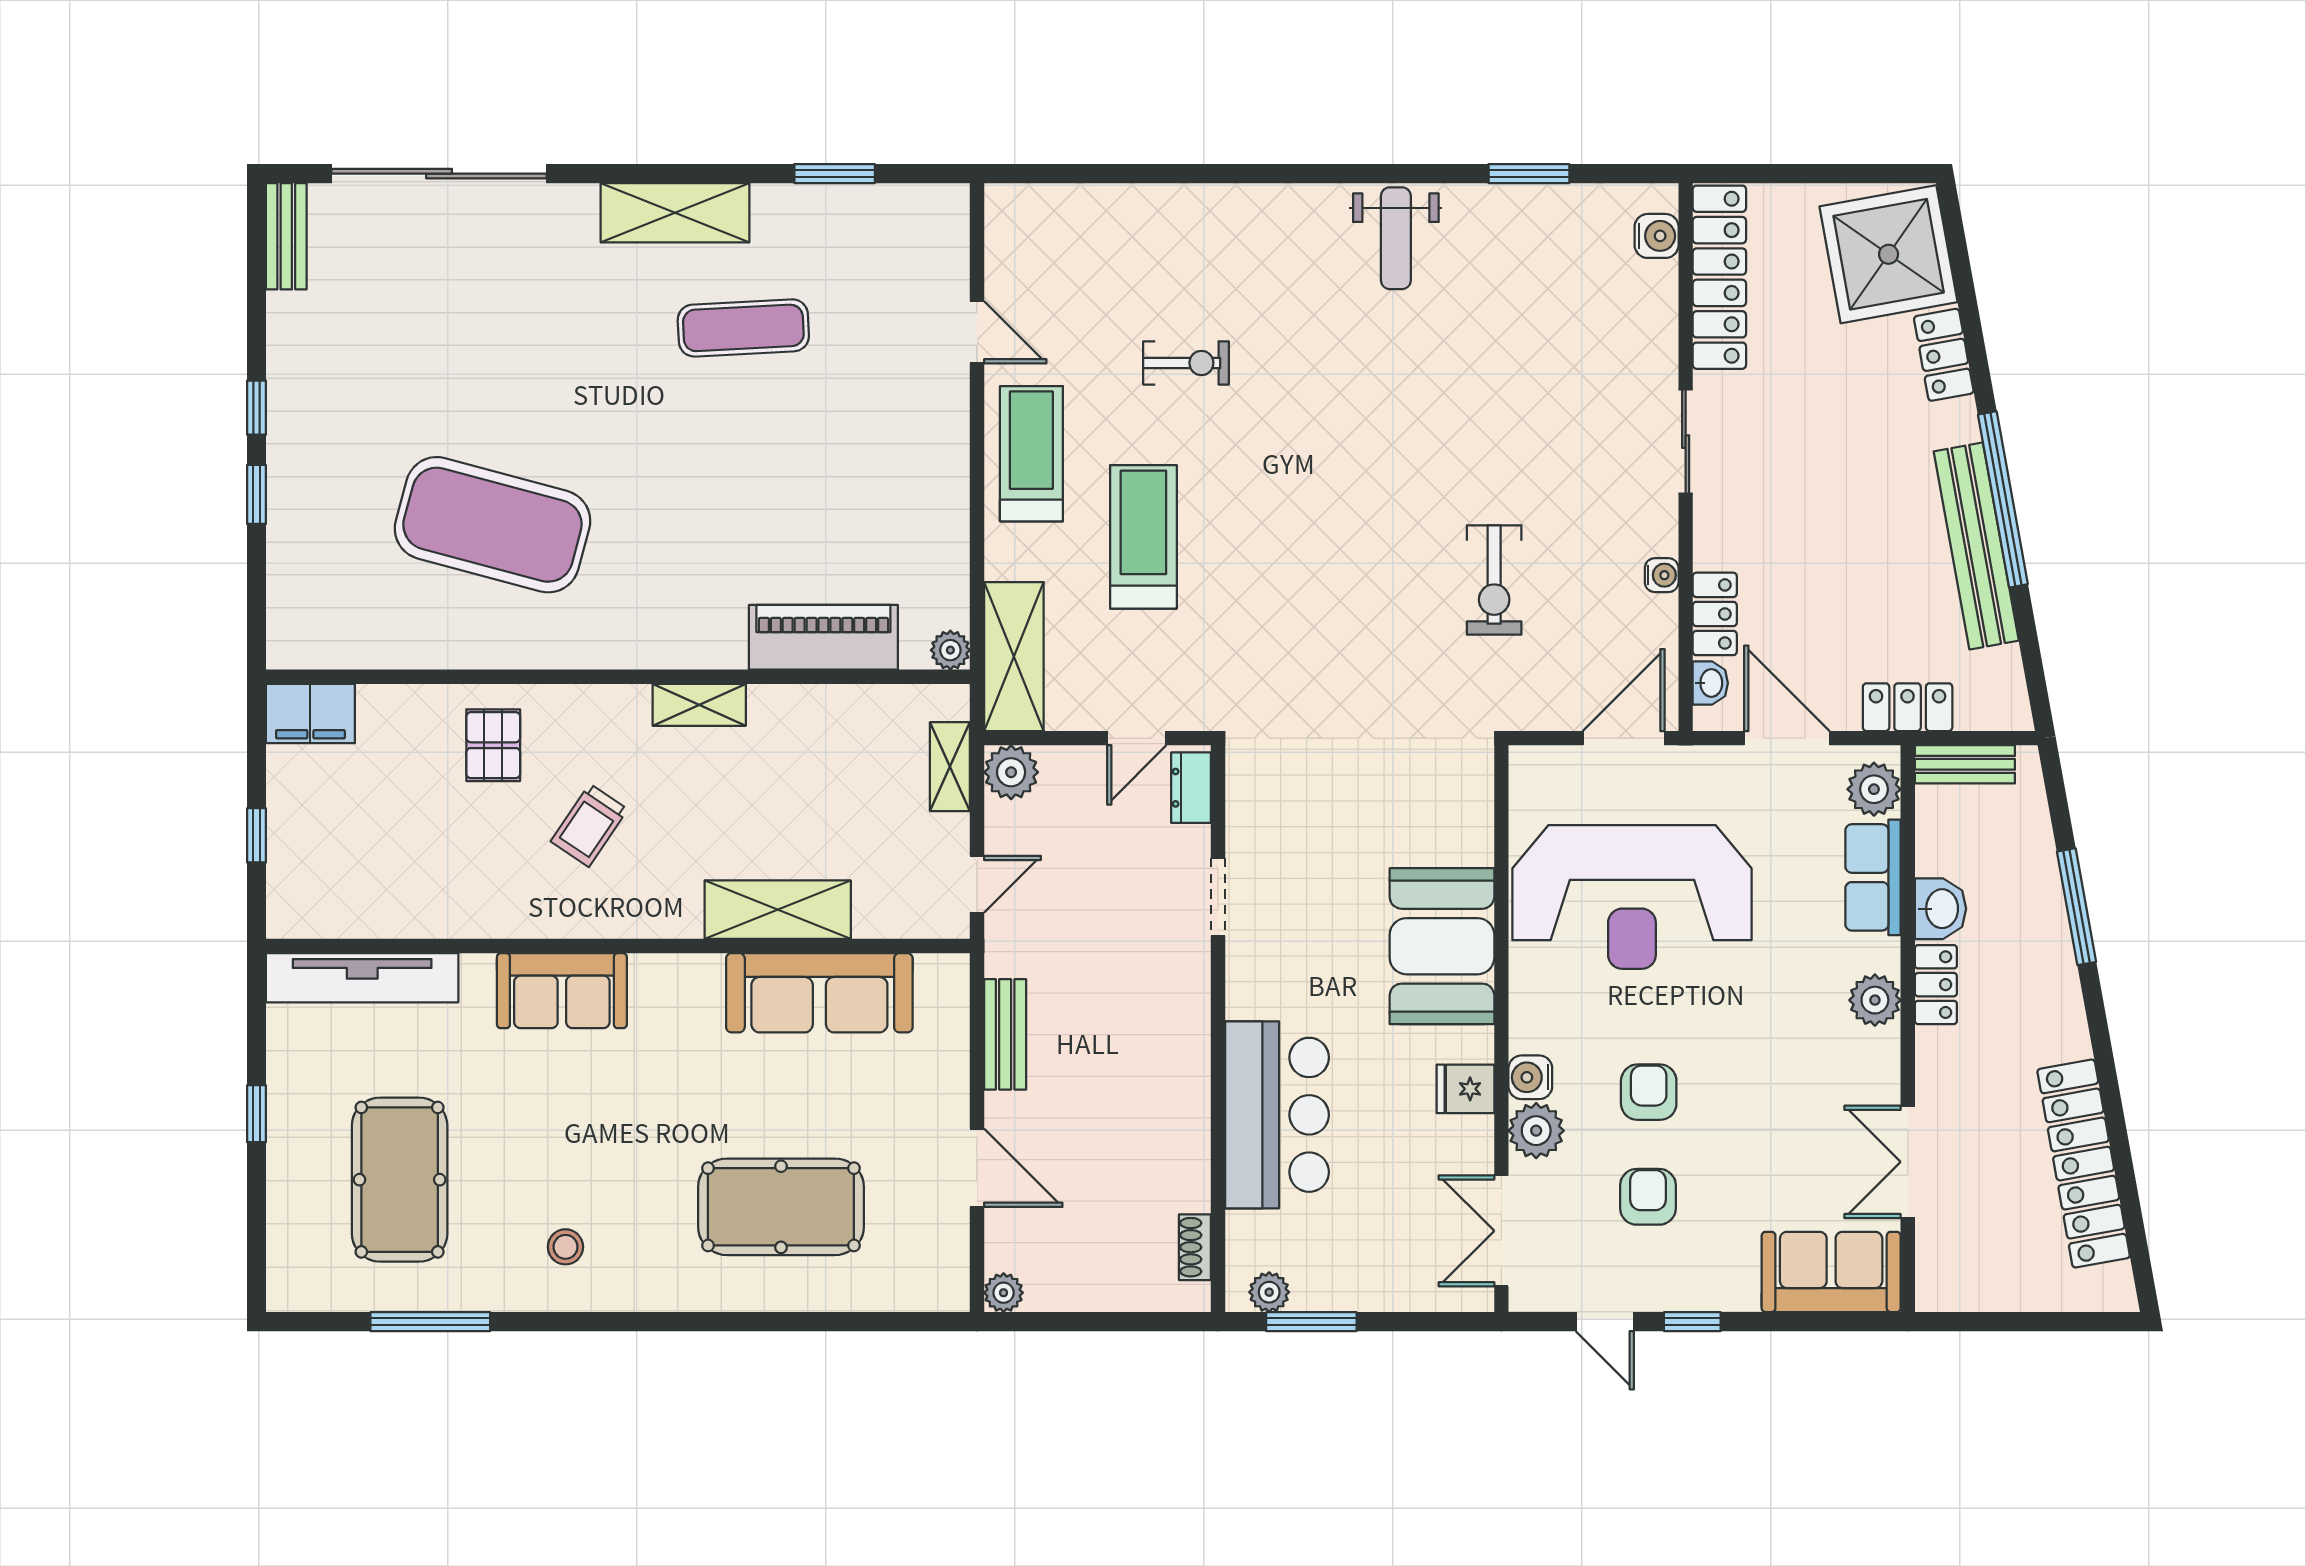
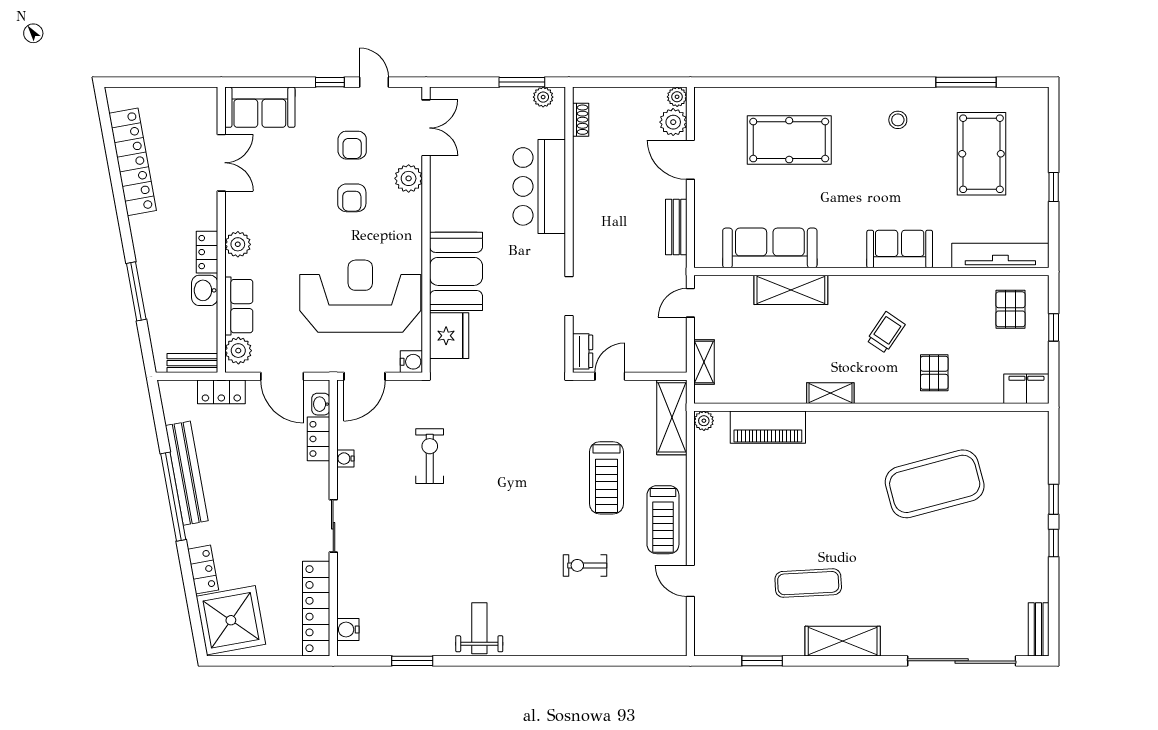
exercise mat: (492, 525) -> (935, 484), turned -30
plant: (1011, 772) -> (673, 122), moved
pallet: (342, 871) -> (1010, 309), added
water cooler: (1530, 1077) -> (411, 362), moved
fridge: (1465, 1089) -> (449, 336), moved, width x1.88, depth x1.34

